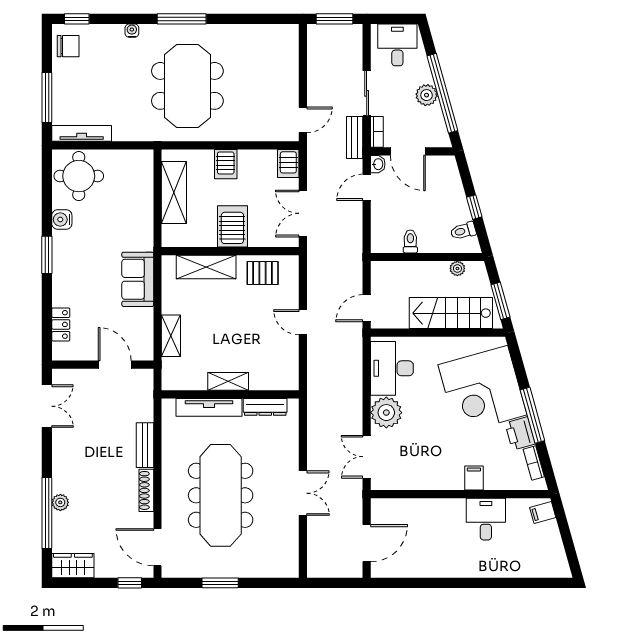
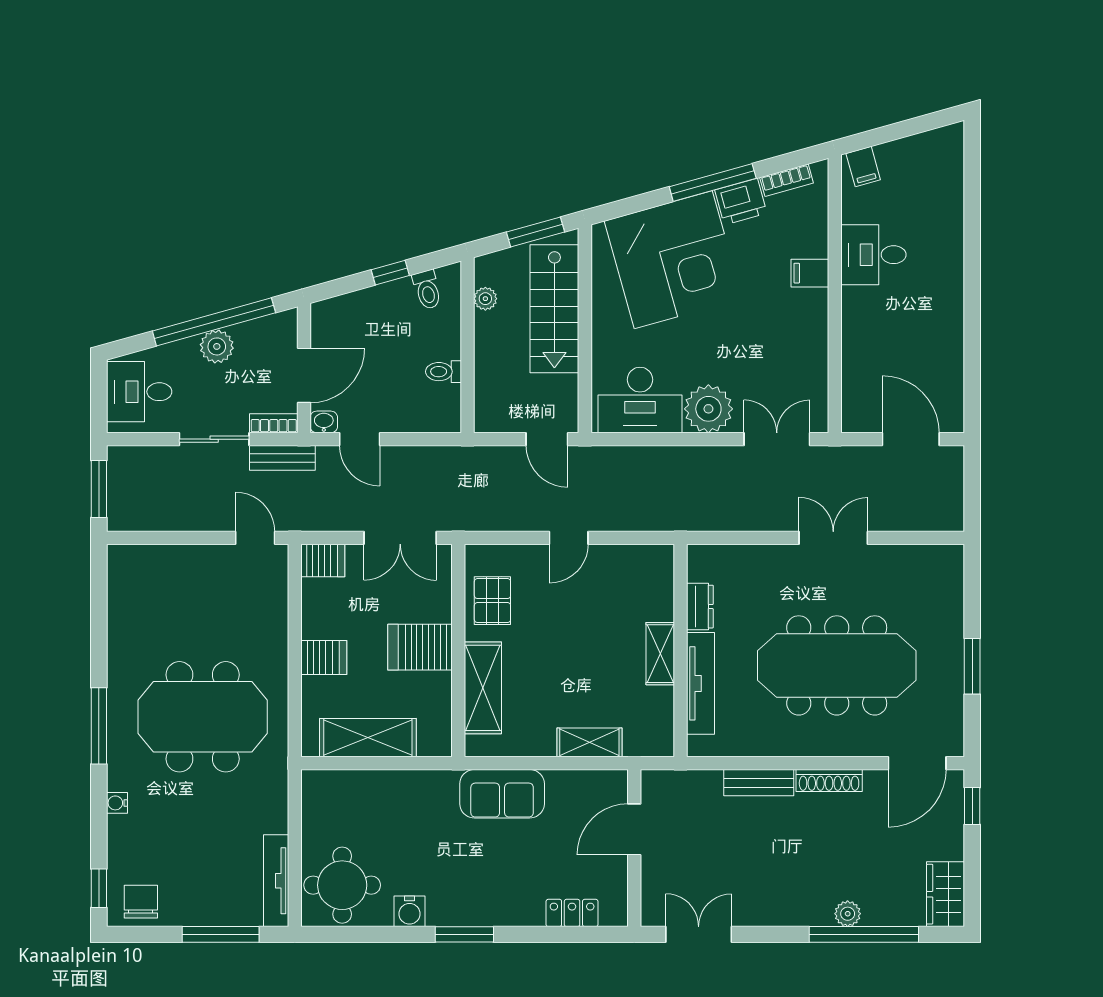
dresser: (265, 407) -> (700, 607), width x0.70
double door: (367, 457) -> (777, 439), swing flipped

